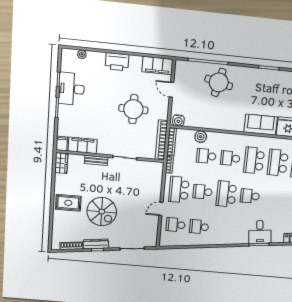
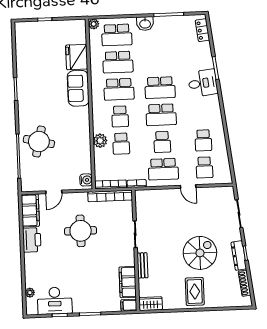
printer: (117, 62) -> (32, 240), moved
desk: (72, 89) -> (55, 301), moved
plant: (201, 137) -> (100, 141), moved
school desk: (250, 196) -> (160, 88), width x1.85
desk: (260, 232) -> (203, 83), moved

